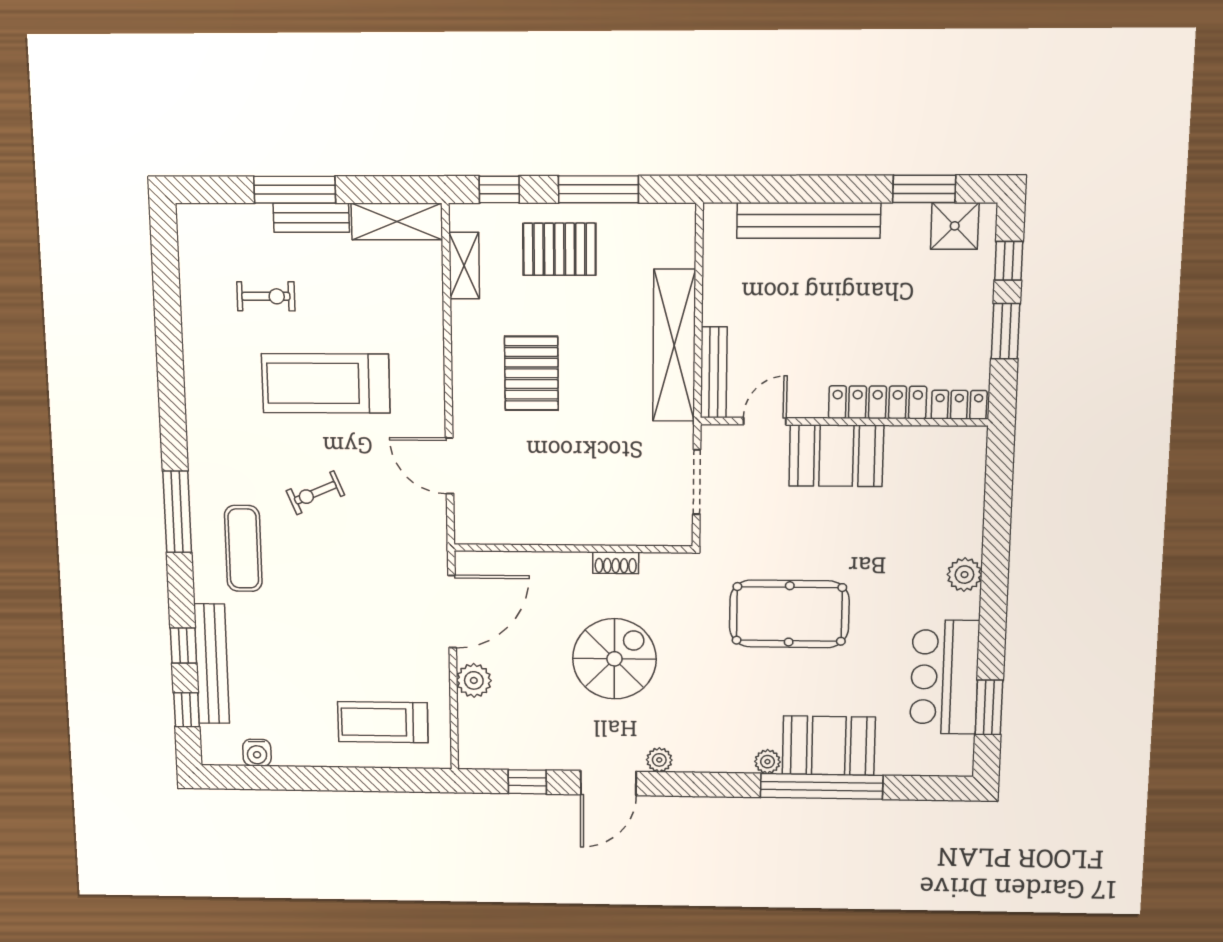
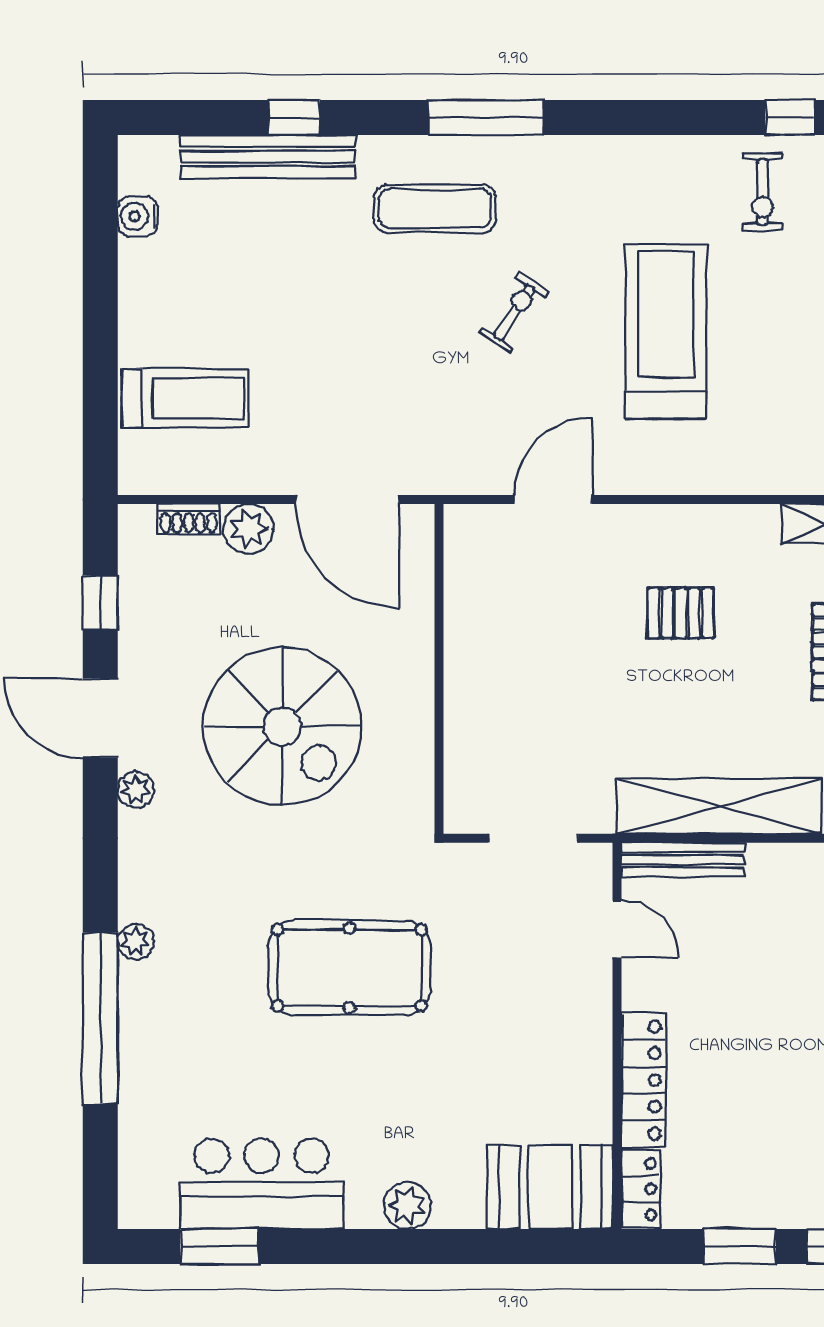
exercise bike: (266, 296) -> (762, 192), moved
pallet: (531, 373) -> (681, 613), width x0.67, depth x0.71
booth: (836, 456) -> (550, 1187), moved, turned 90
exercise bike: (315, 493) -> (514, 312), turned 56
shoe rack: (616, 563) -> (189, 519), moved, turned -90
pool table: (789, 614) -> (349, 968), turned 90
spiral stairs: (614, 659) -> (282, 726), width x1.37, depth x1.37
window: (187, 710) -> (790, 117), moved
treadmill: (383, 722) -> (186, 398), turned 90
booth: (829, 746) -> (160, 1027), removed

